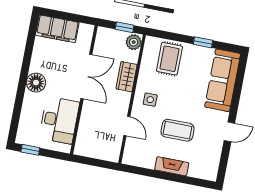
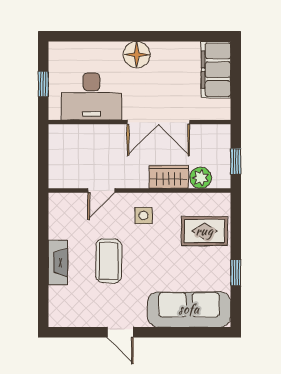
plant: (134, 42) -> (201, 178), moved
window: (30, 150) -> (43, 84), moved

